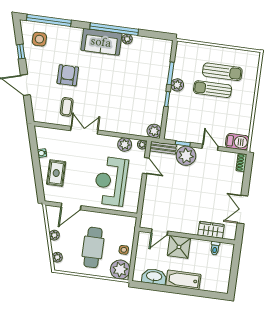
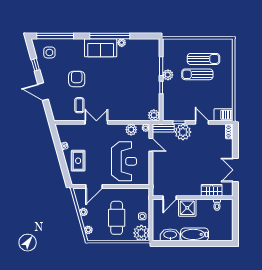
reception desk: (111, 181) -> (124, 161), turned 180

